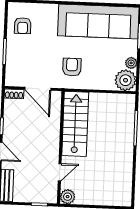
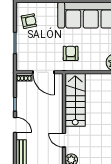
armchair: (23, 26) -> (29, 21), turned -101
door: (60, 172) -> (64, 140), swing flipped

